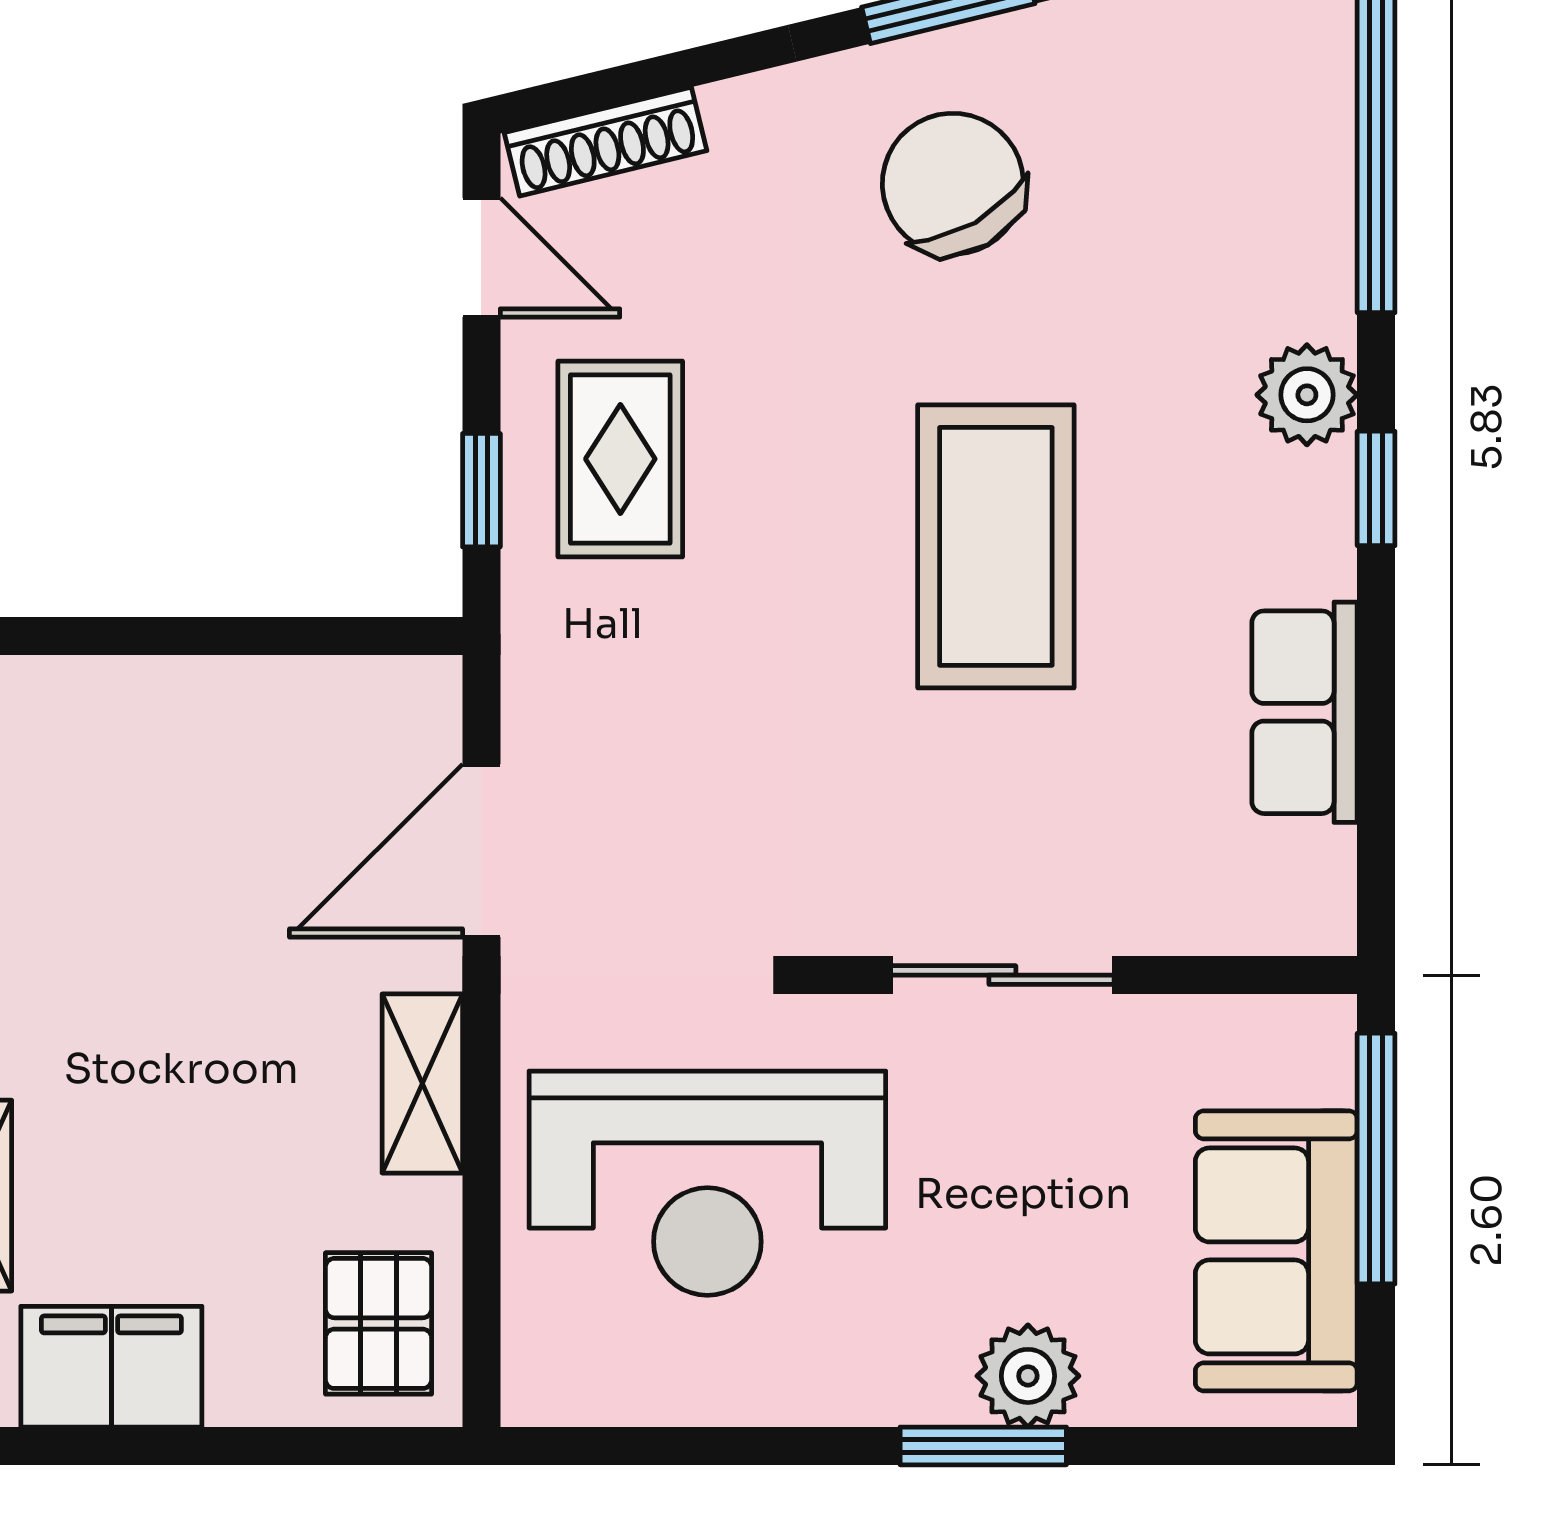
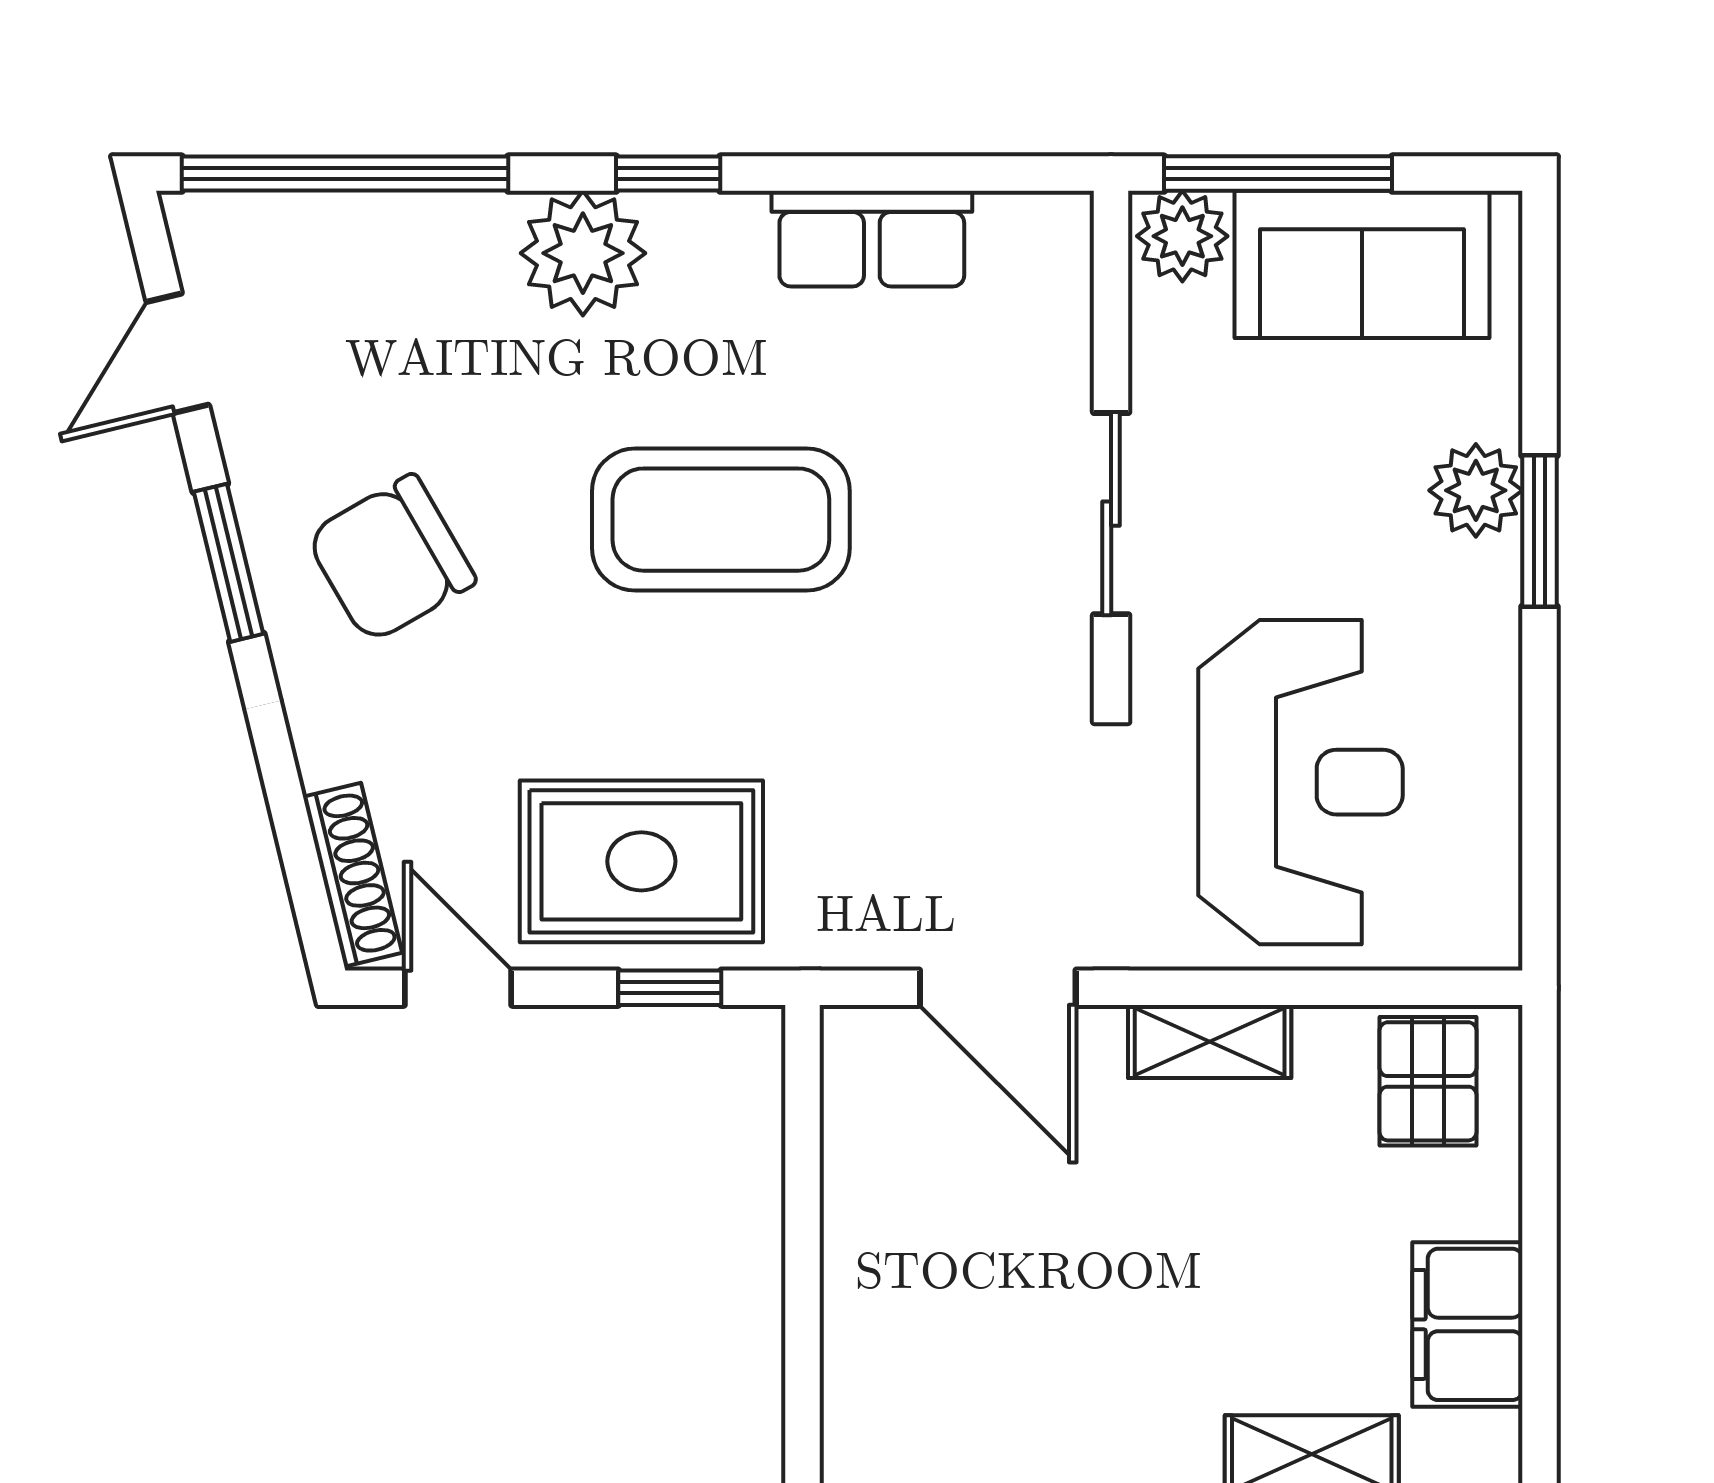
door: (481, 258) -> (458, 988), hinge flipped
plant: (1307, 395) -> (583, 253), width x1.36, depth x1.36
rug: (620, 459) -> (641, 861), width x1.36, depth x1.43
plant: (1307, 1053) -> (1182, 236), added
pallet: (379, 1323) -> (1428, 1081), turned 90

